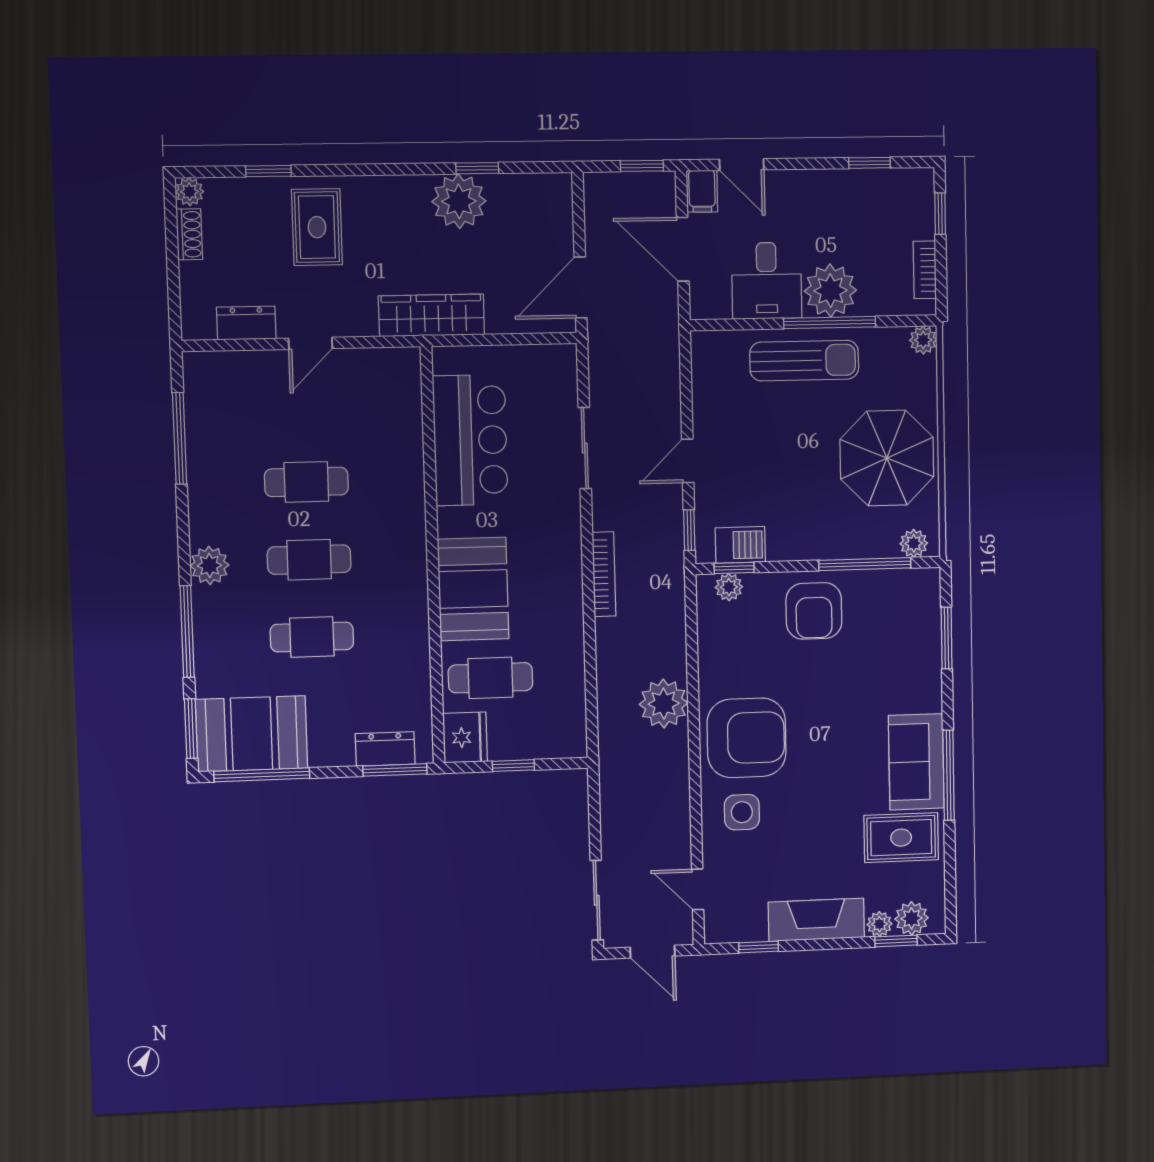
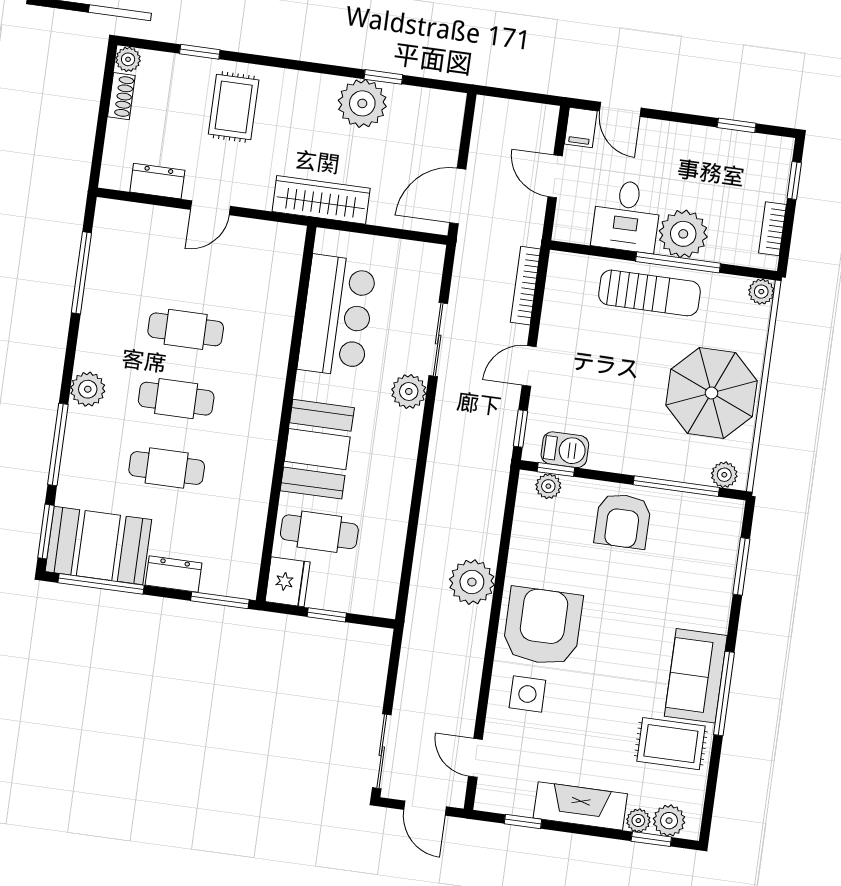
window: (642, 166) -> (530, 97), removed
door: (683, 249) -> (555, 176), width x0.73
plant: (562, 510) -> (409, 391), added
bookcase: (604, 574) -> (525, 286), moved, turned 180
armchair: (747, 738) -> (543, 626), turned -90
dresser: (385, 749) -> (174, 574), moved

